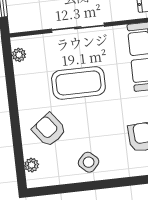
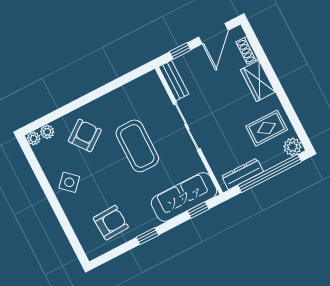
bench: (28, 24) -> (174, 80), added
plant: (19, 55) -> (34, 138), moved

